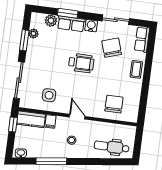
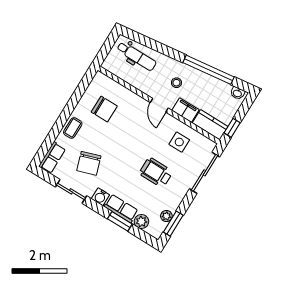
window: (24, 40) -> (173, 224), moved
wheelchair: (81, 63) -> (156, 172), moved
chair: (114, 104) -> (104, 109), moved, turned -90
filing cabinet: (50, 121) -> (185, 110), width x2.00
window: (51, 161) -> (208, 70), width x1.46

